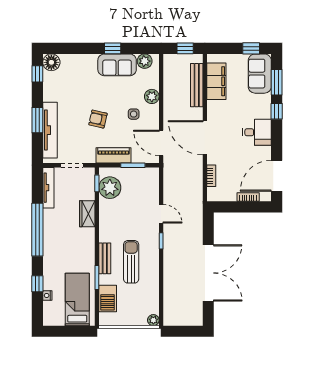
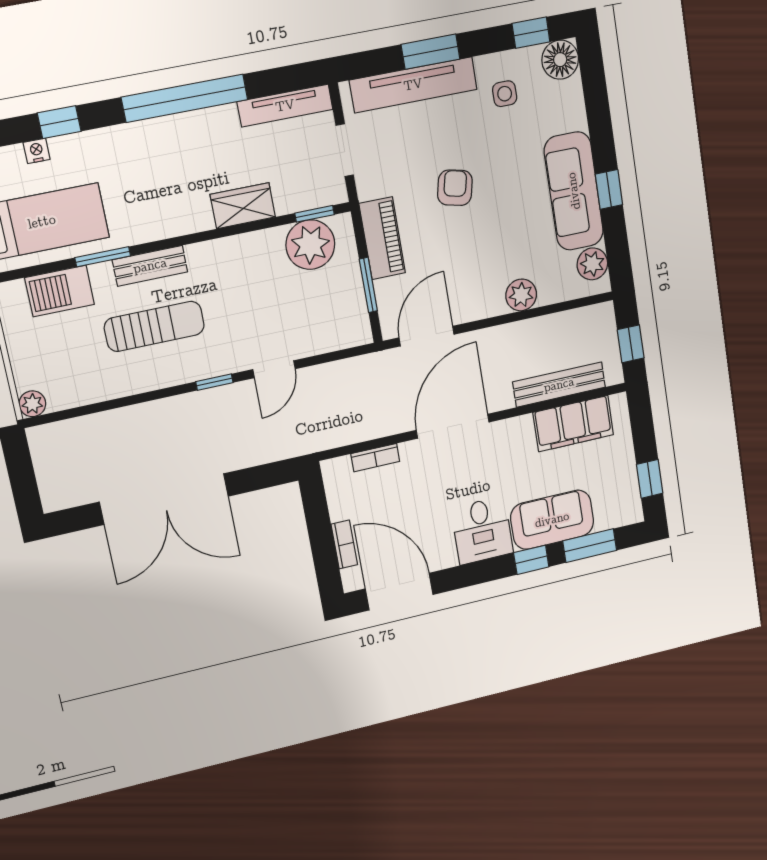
sofa: (117, 65) -> (574, 191), width x1.36
sofa: (260, 74) -> (552, 520), moved
side table: (134, 114) -> (505, 94), moved

